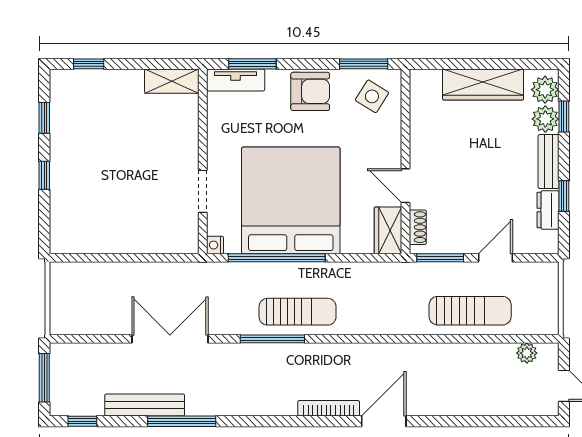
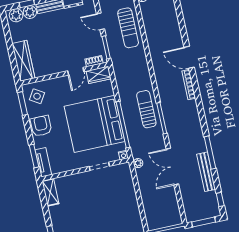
wardrobe: (483, 85) -> (23, 61), moved
plant: (192, 271) -> (138, 163), added
sun lounger: (470, 311) -> (128, 28), turned 180

